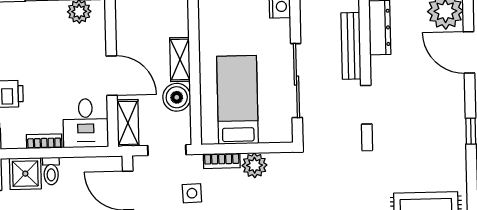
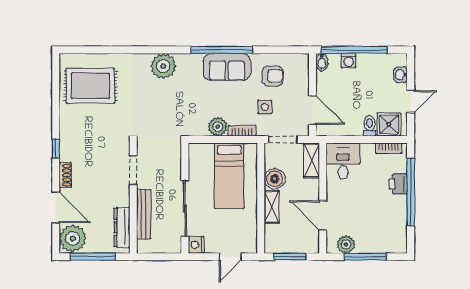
door: (112, 76) -> (323, 215), moved
sliding door: (296, 81) -> (185, 208), moved
shoe rack: (457, 96) -> (65, 175), added
bookcase: (44, 141) -> (389, 148), moved

